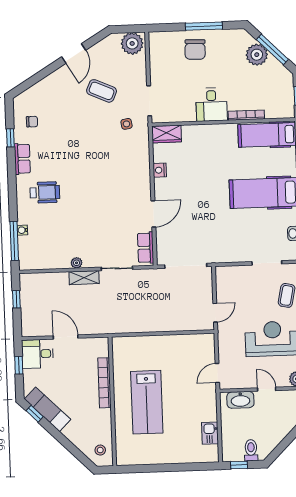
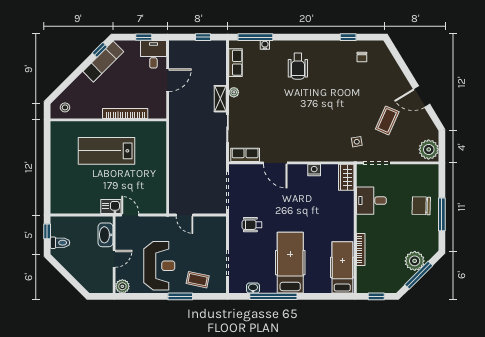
desk: (211, 105) -> (371, 201), moved
row of seats: (22, 159) -> (236, 63), moved, turned -90
wheelchair: (223, 237) -> (252, 225), added
kitchen sink: (210, 433) -> (111, 207), moved

